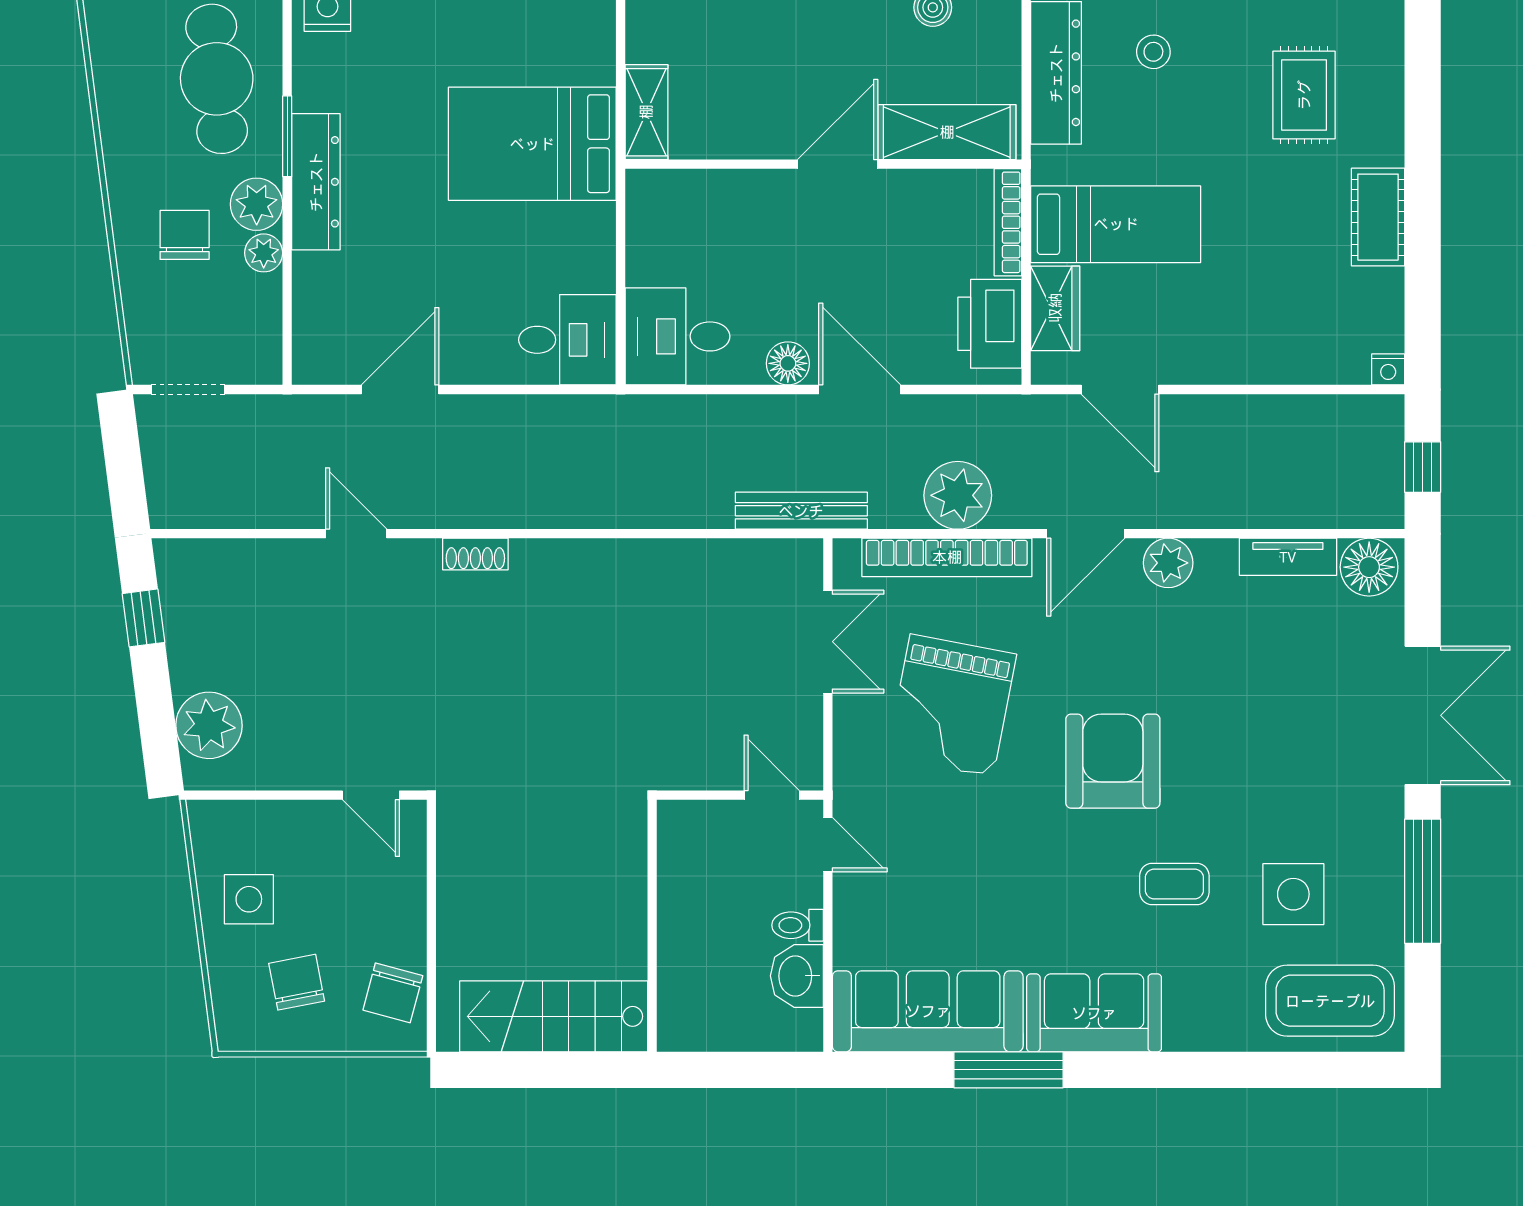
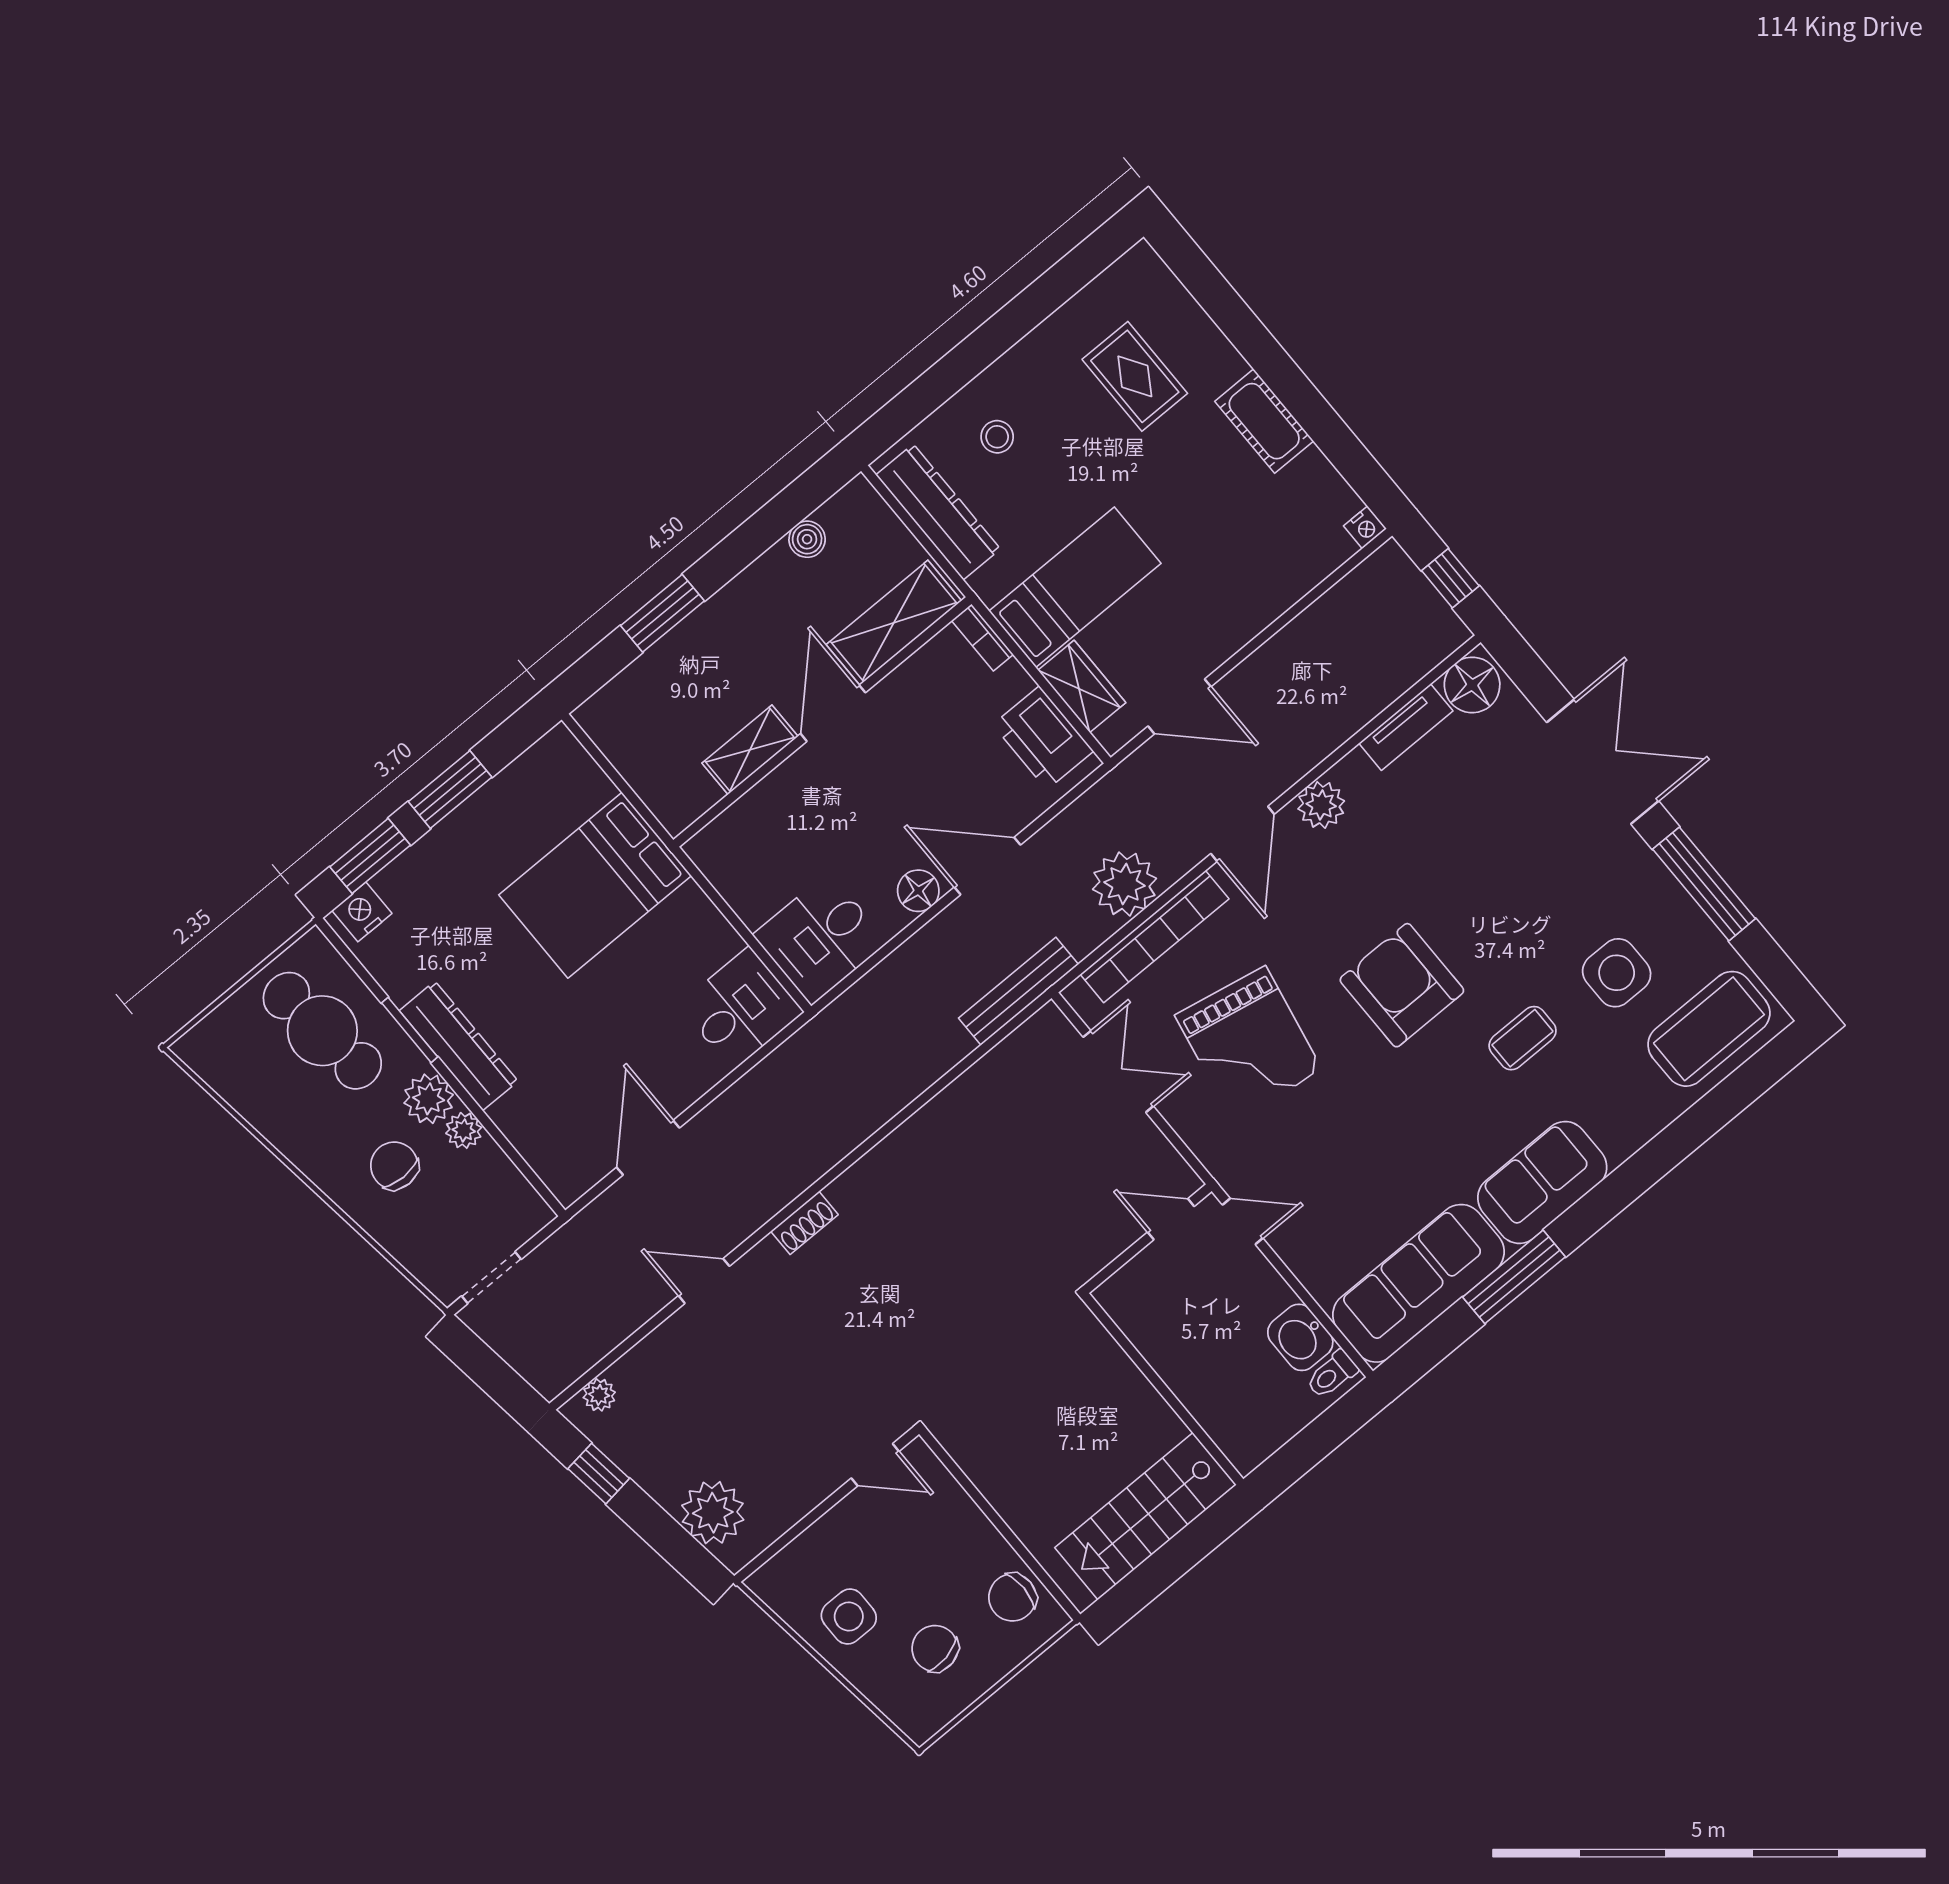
shelving: (646, 112) -> (750, 750), moved, turned 90
bookcase: (1008, 222) -> (982, 638), width x0.64
plant: (196, 555) -> (599, 1395), added
toilet: (798, 925) -> (1332, 1374), moved
chair: (393, 993) -> (1012, 1597), turned 75

